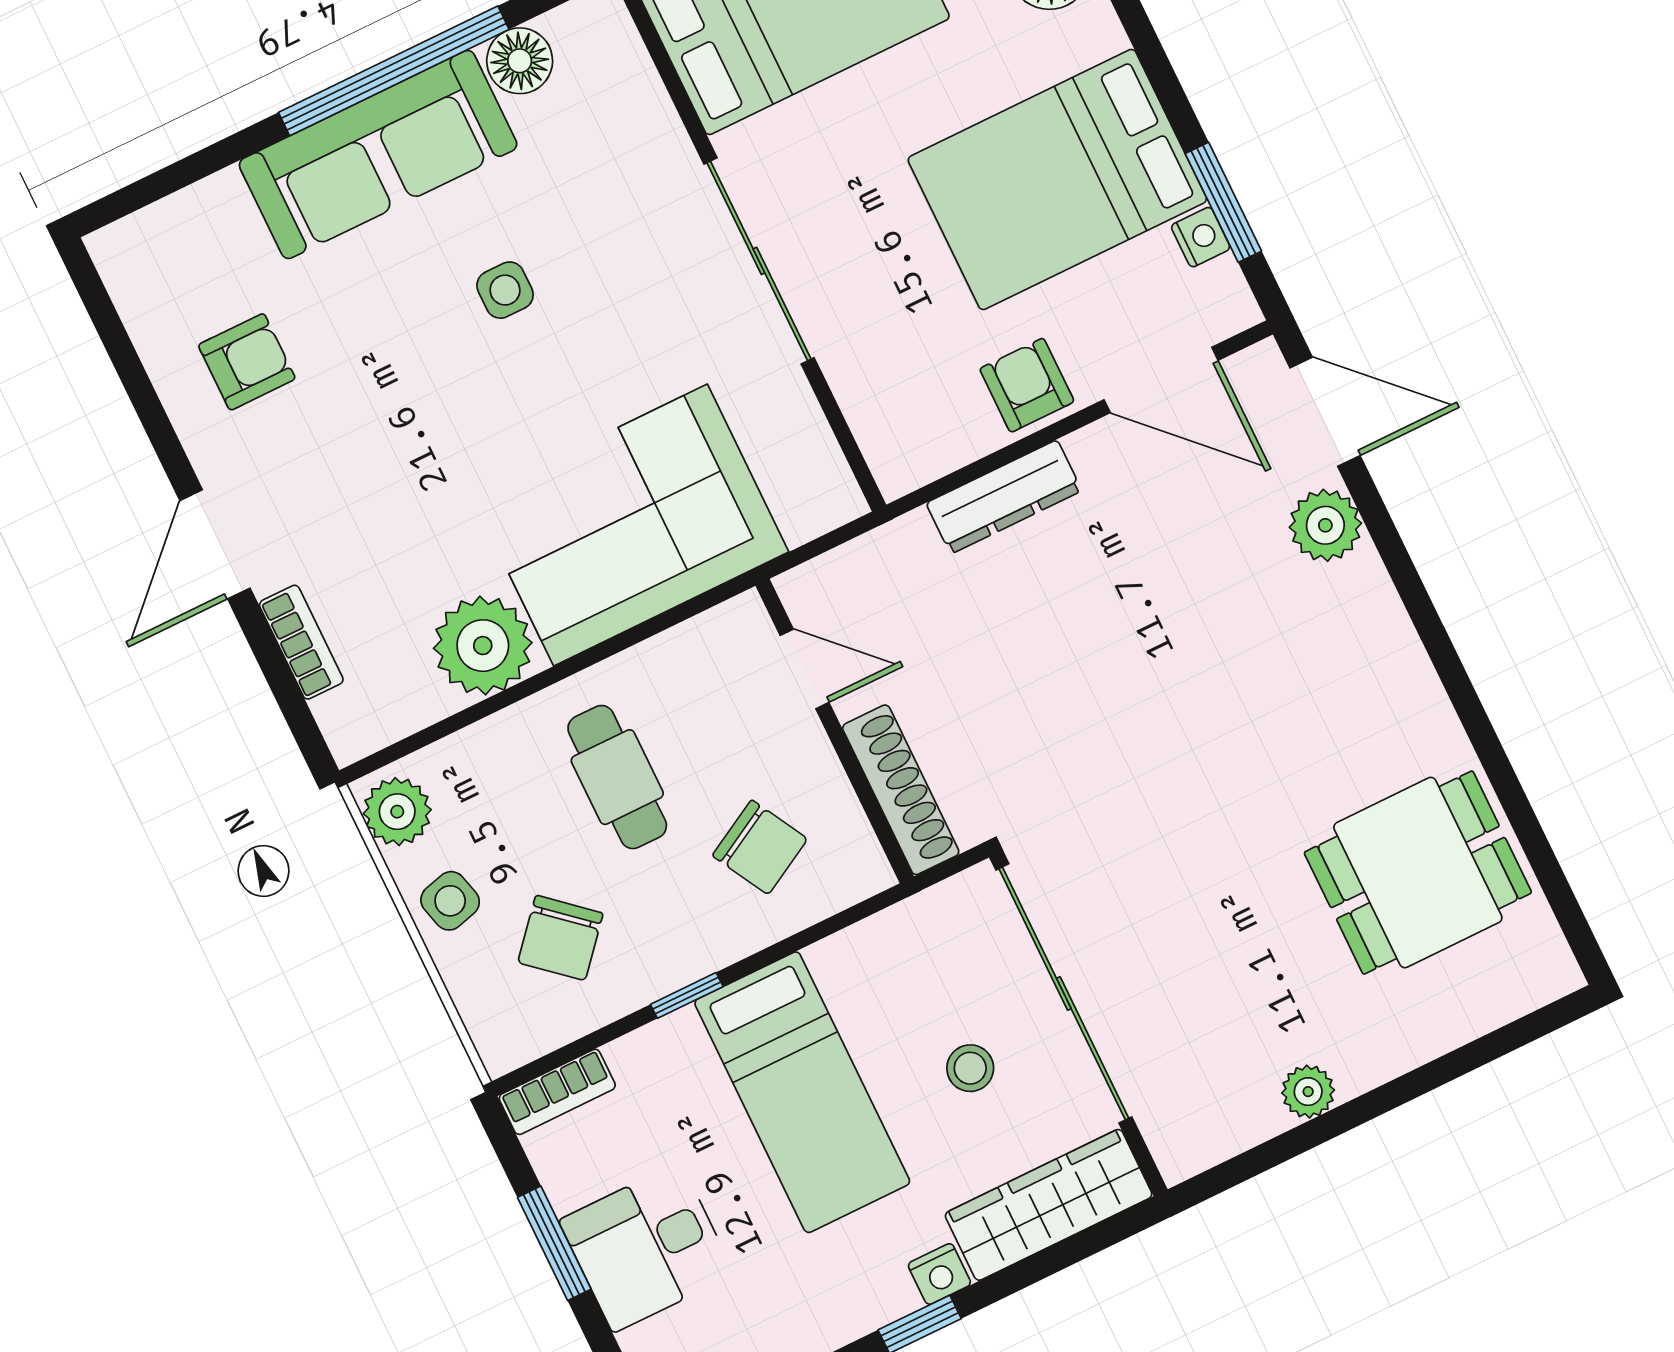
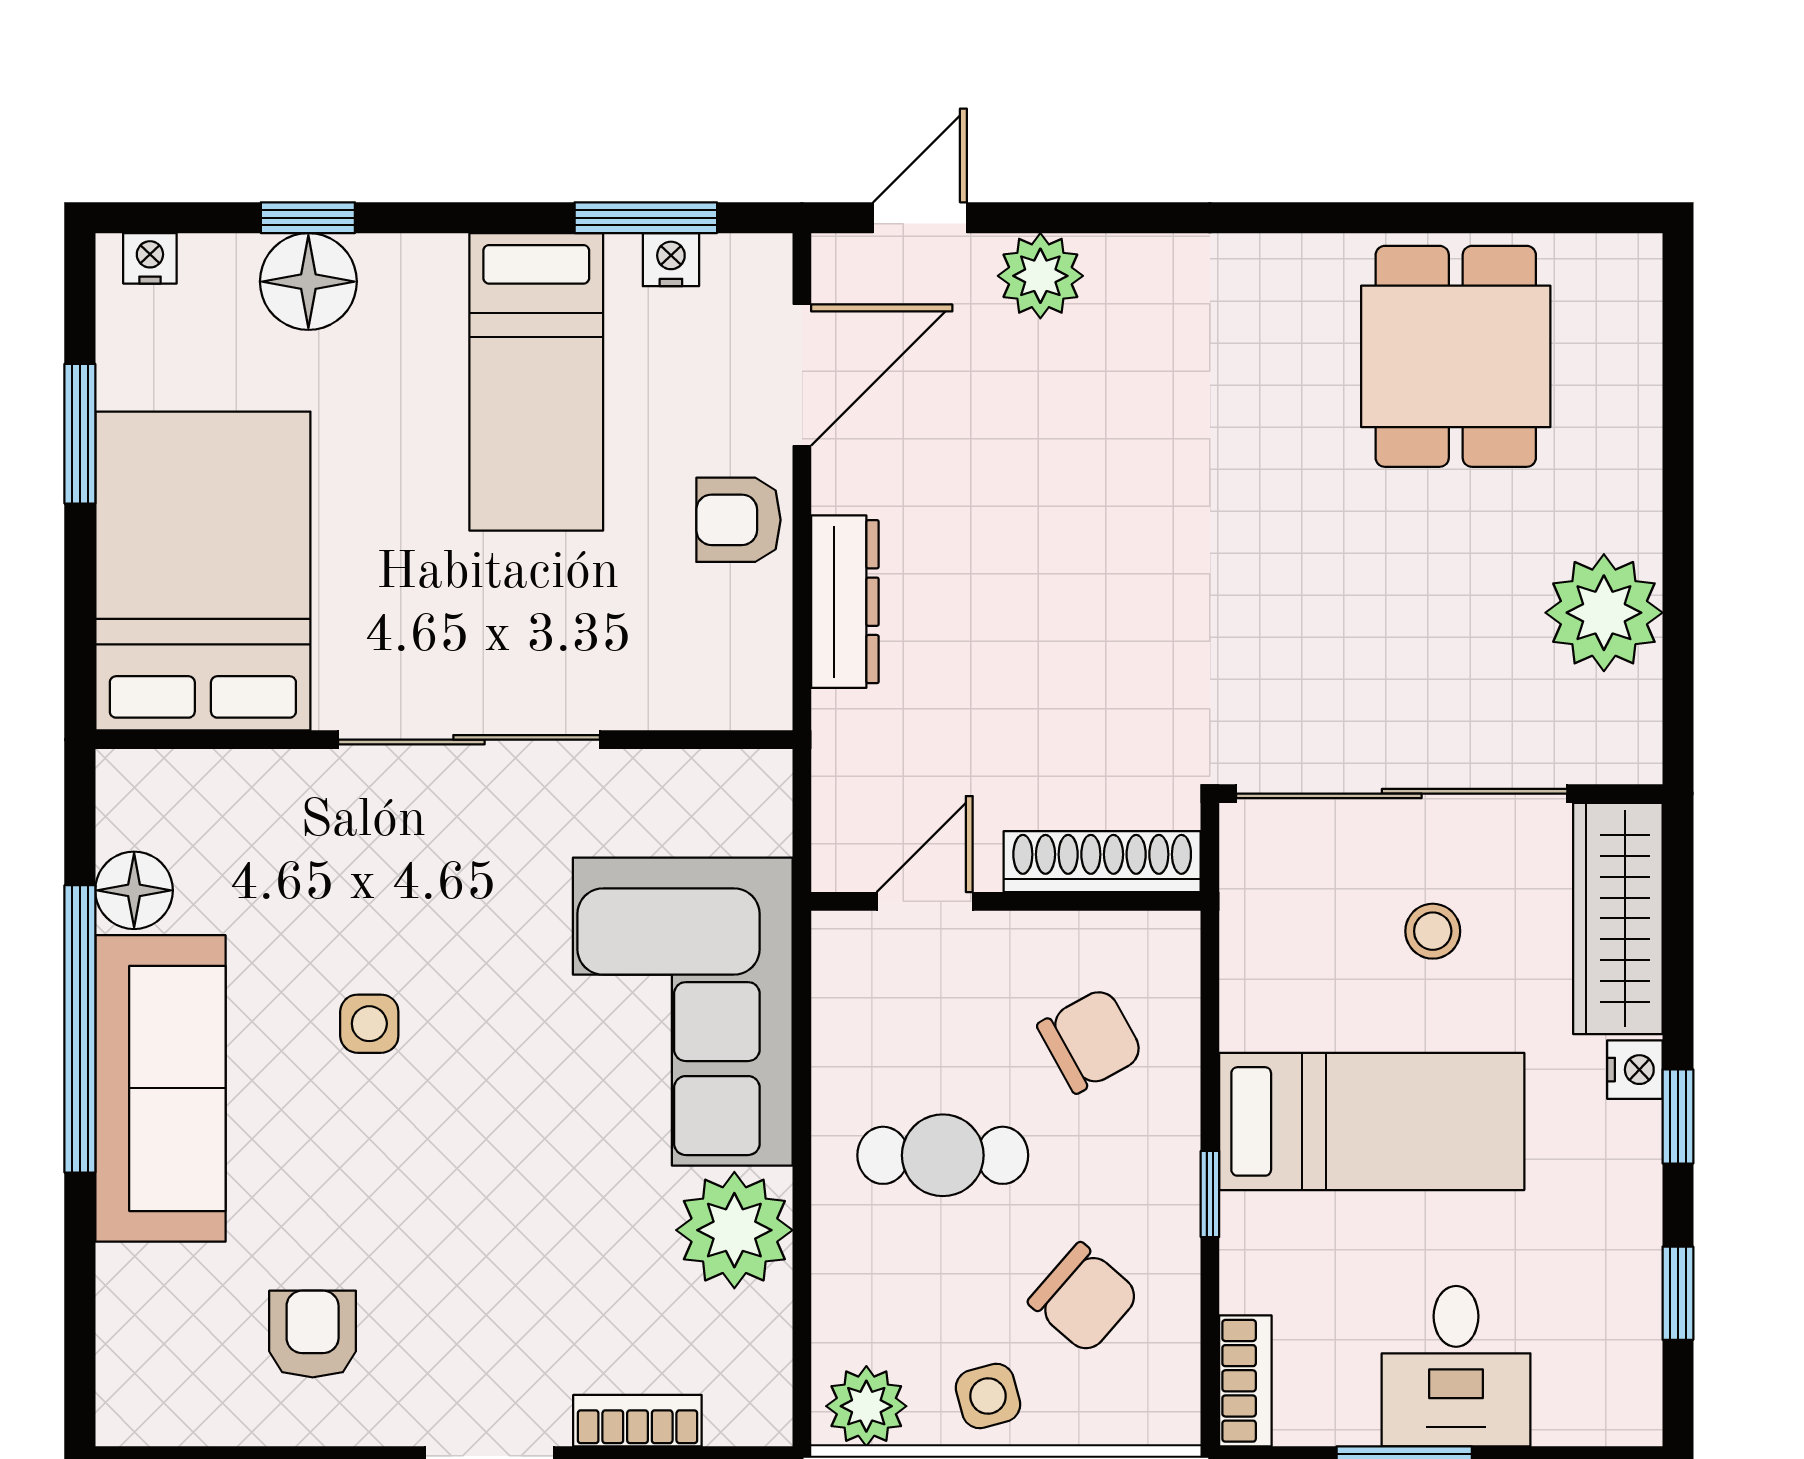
bed: (1057, 179) -> (536, 382), width x0.67
door: (1325, 412) -> (920, 218), width x0.73
plant: (1308, 1092) -> (1604, 613), width x1.88, depth x1.88

